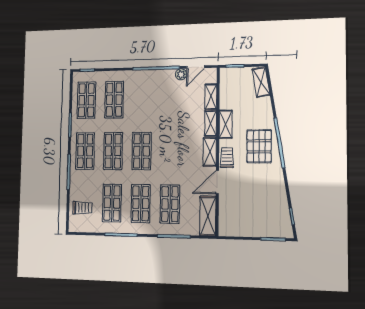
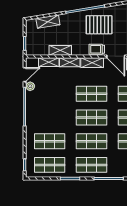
door: (196, 67) -> (25, 75), hinge flipped
shelving: (261, 82) -> (48, 22), moved
shelving: (226, 124) -> (60, 50), moved
pallet: (259, 146) -> (99, 25), moved
shop shelf: (171, 151) -> (92, 94), added

